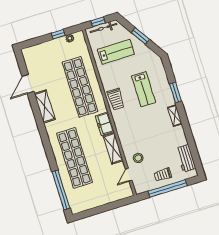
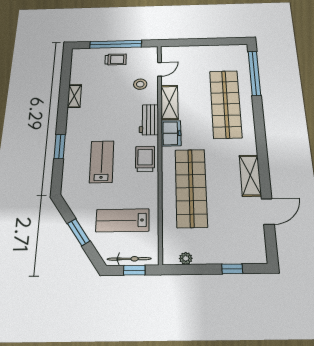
window: (58, 34) -> (232, 269), moved
shelving: (175, 116) -> (74, 96), moved
workbench: (186, 158) -> (149, 120), moved, turned 180

